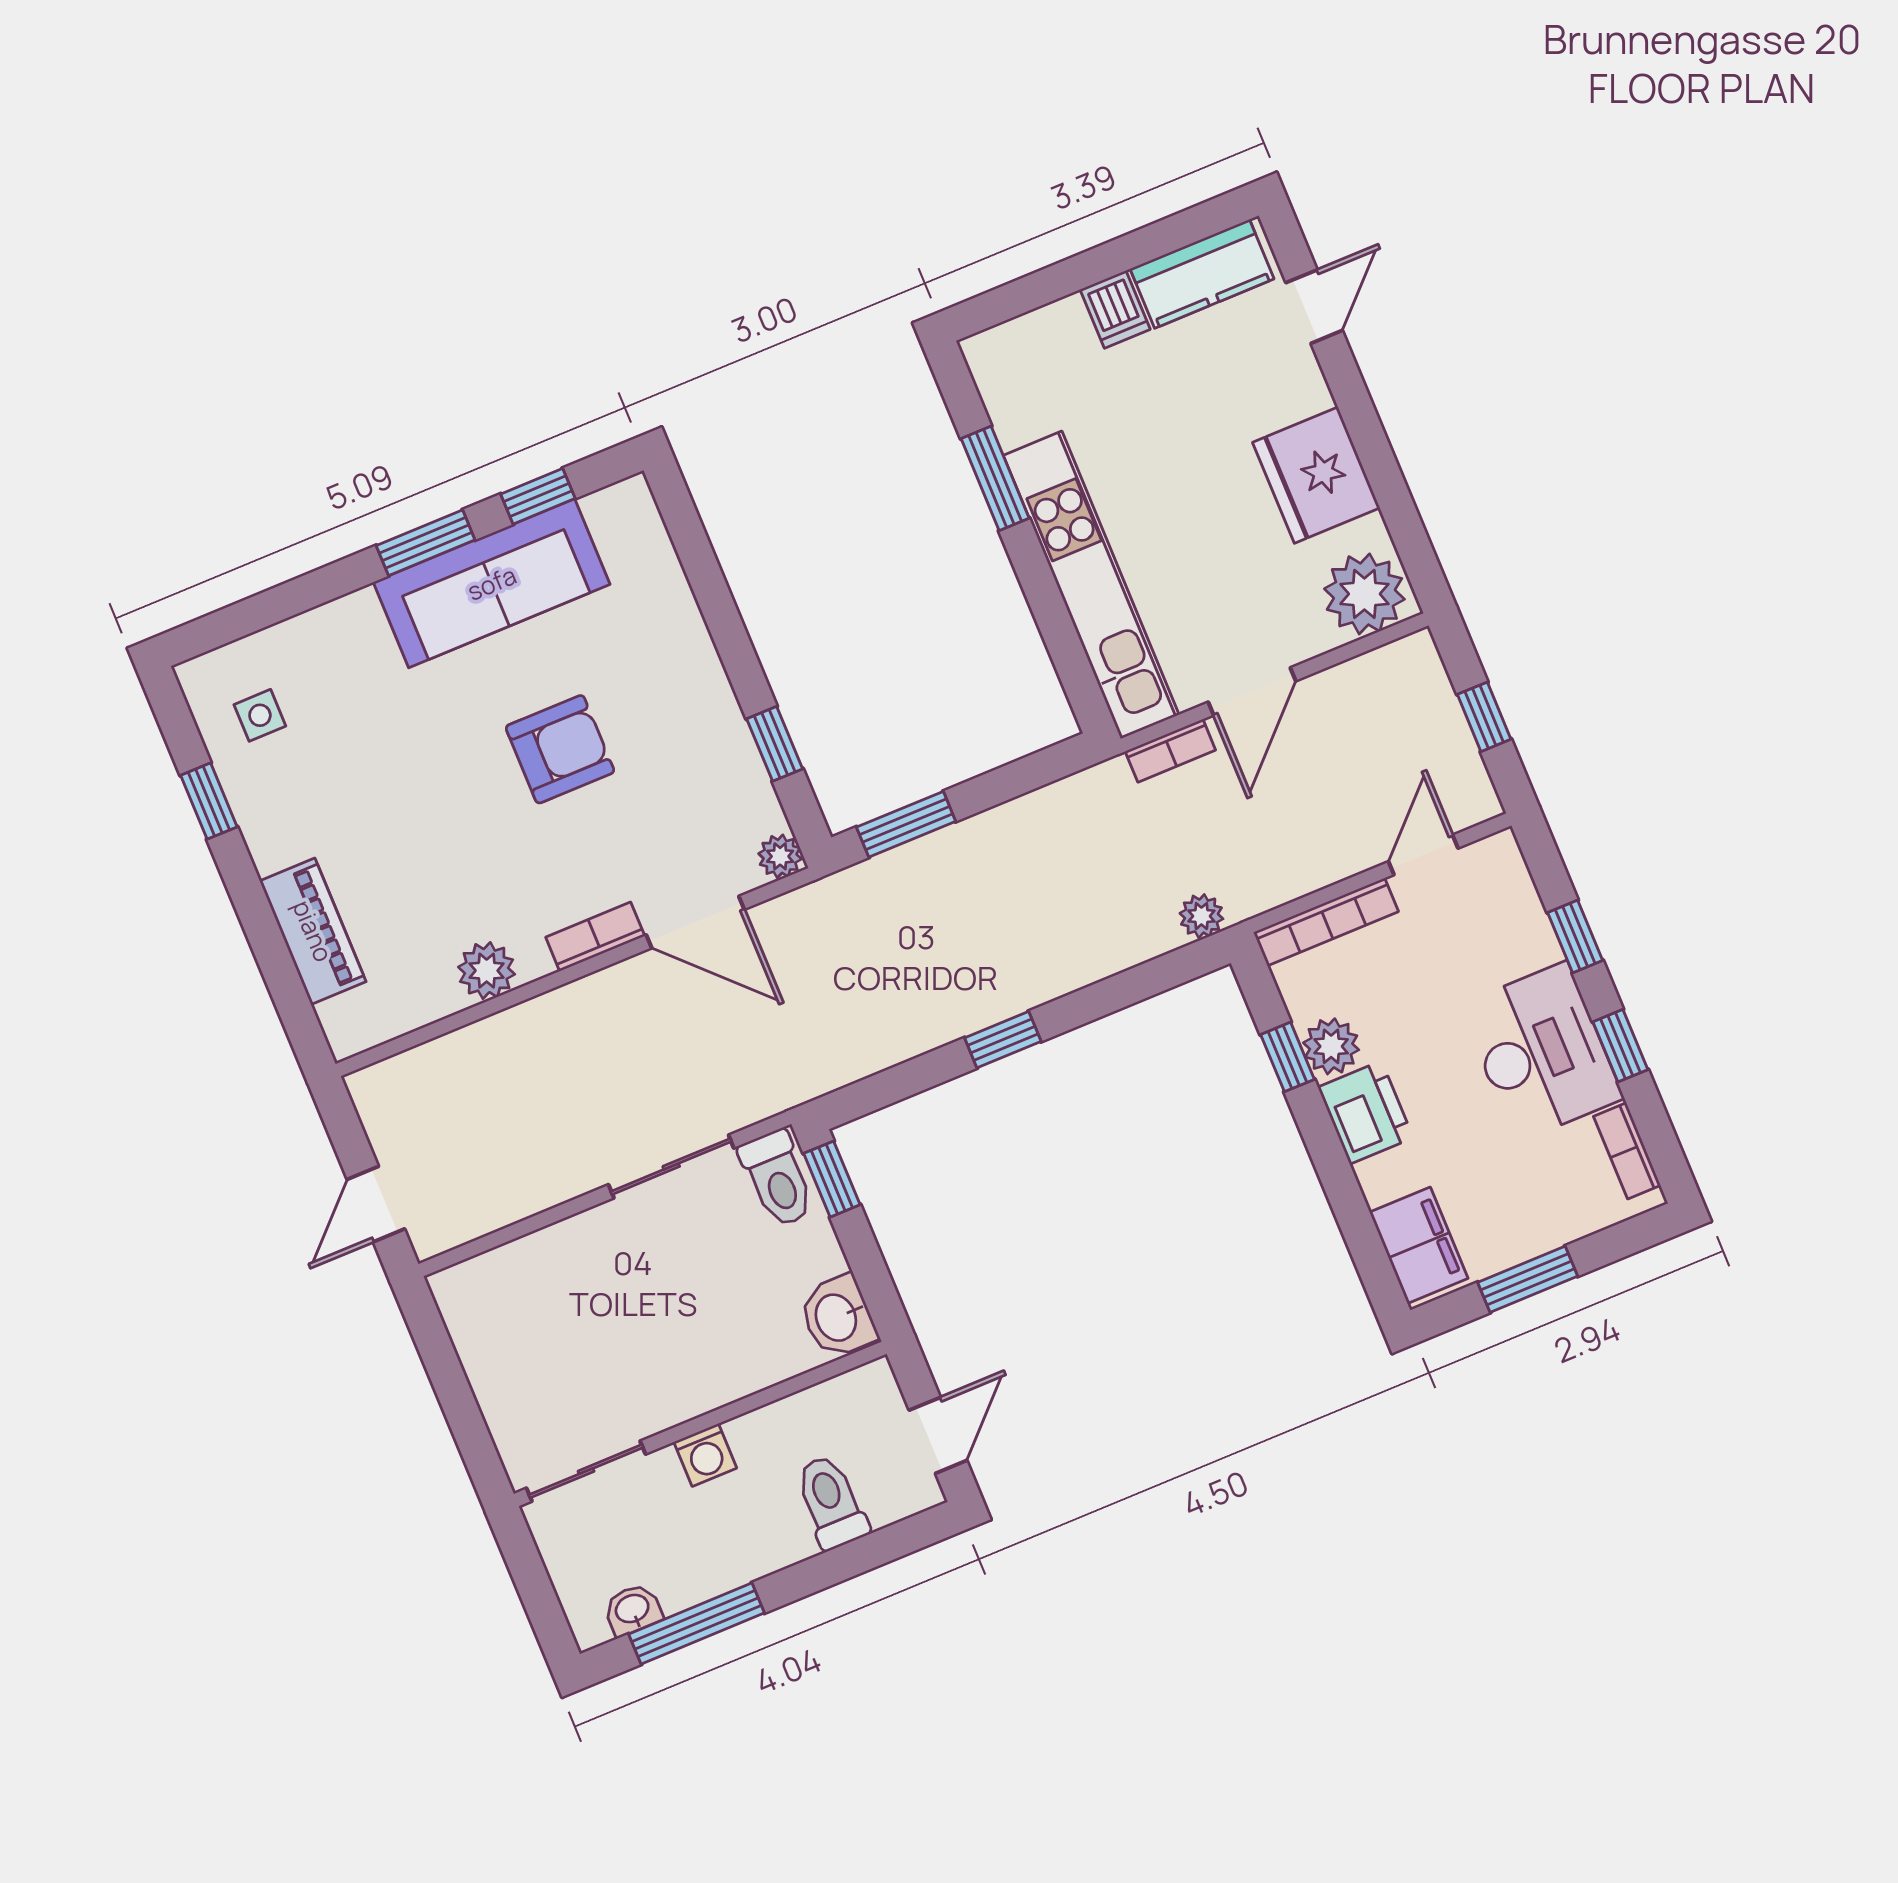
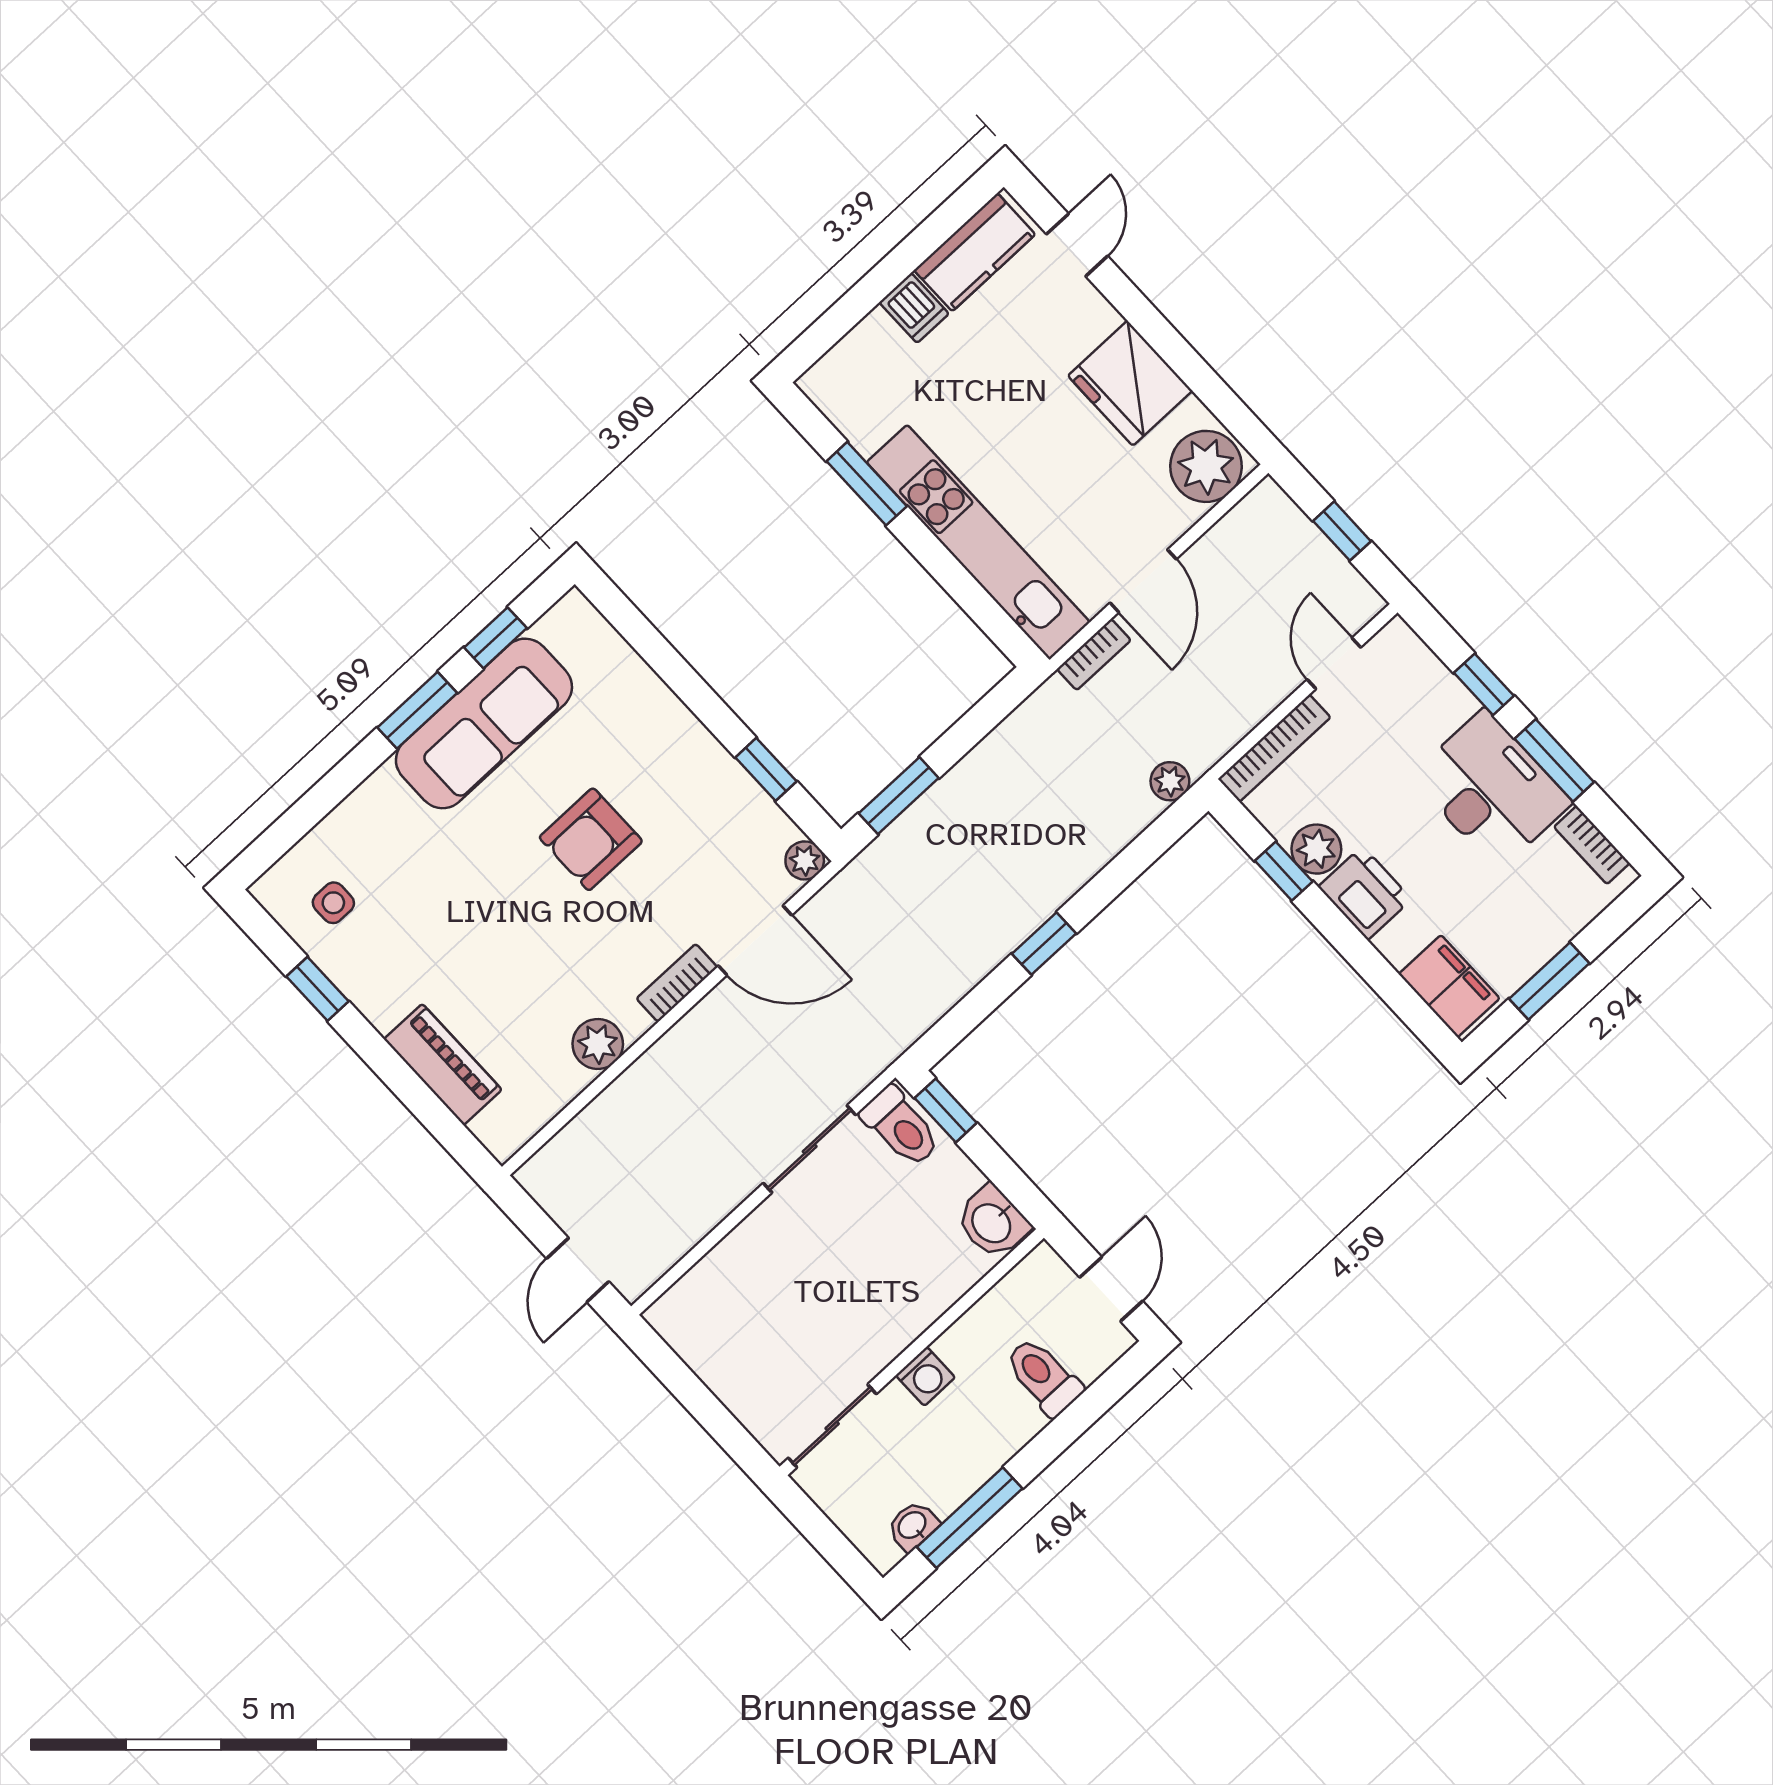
armchair: (560, 749) -> (591, 839), turned 180
window: (1620, 1046) -> (1554, 760), width x1.50

